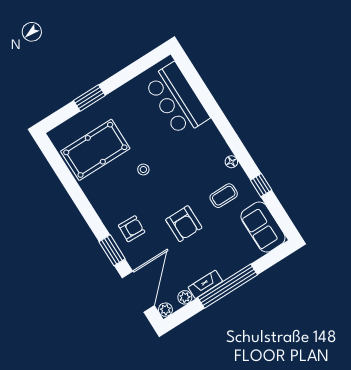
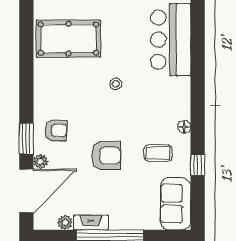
stool: (143, 170) -> (116, 84), moved
armchair: (184, 224) -> (106, 156), turned -90
plant: (165, 310) -> (41, 161), moved

